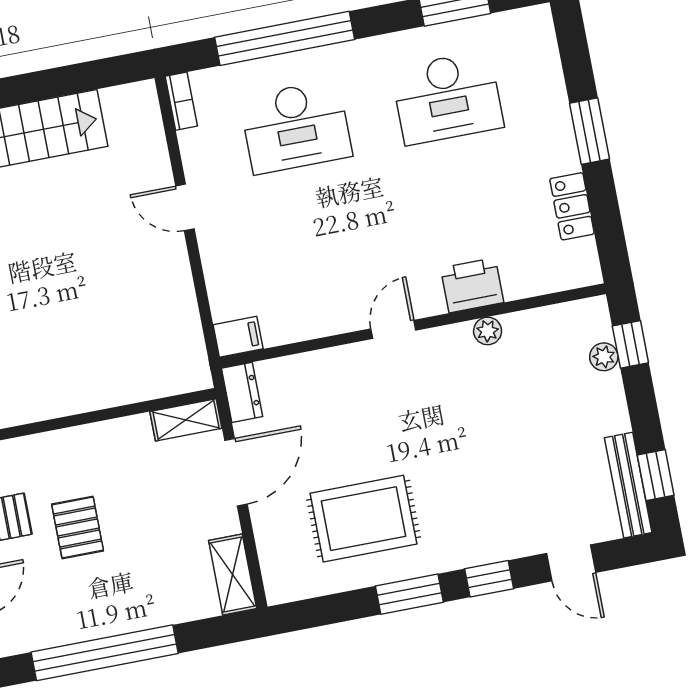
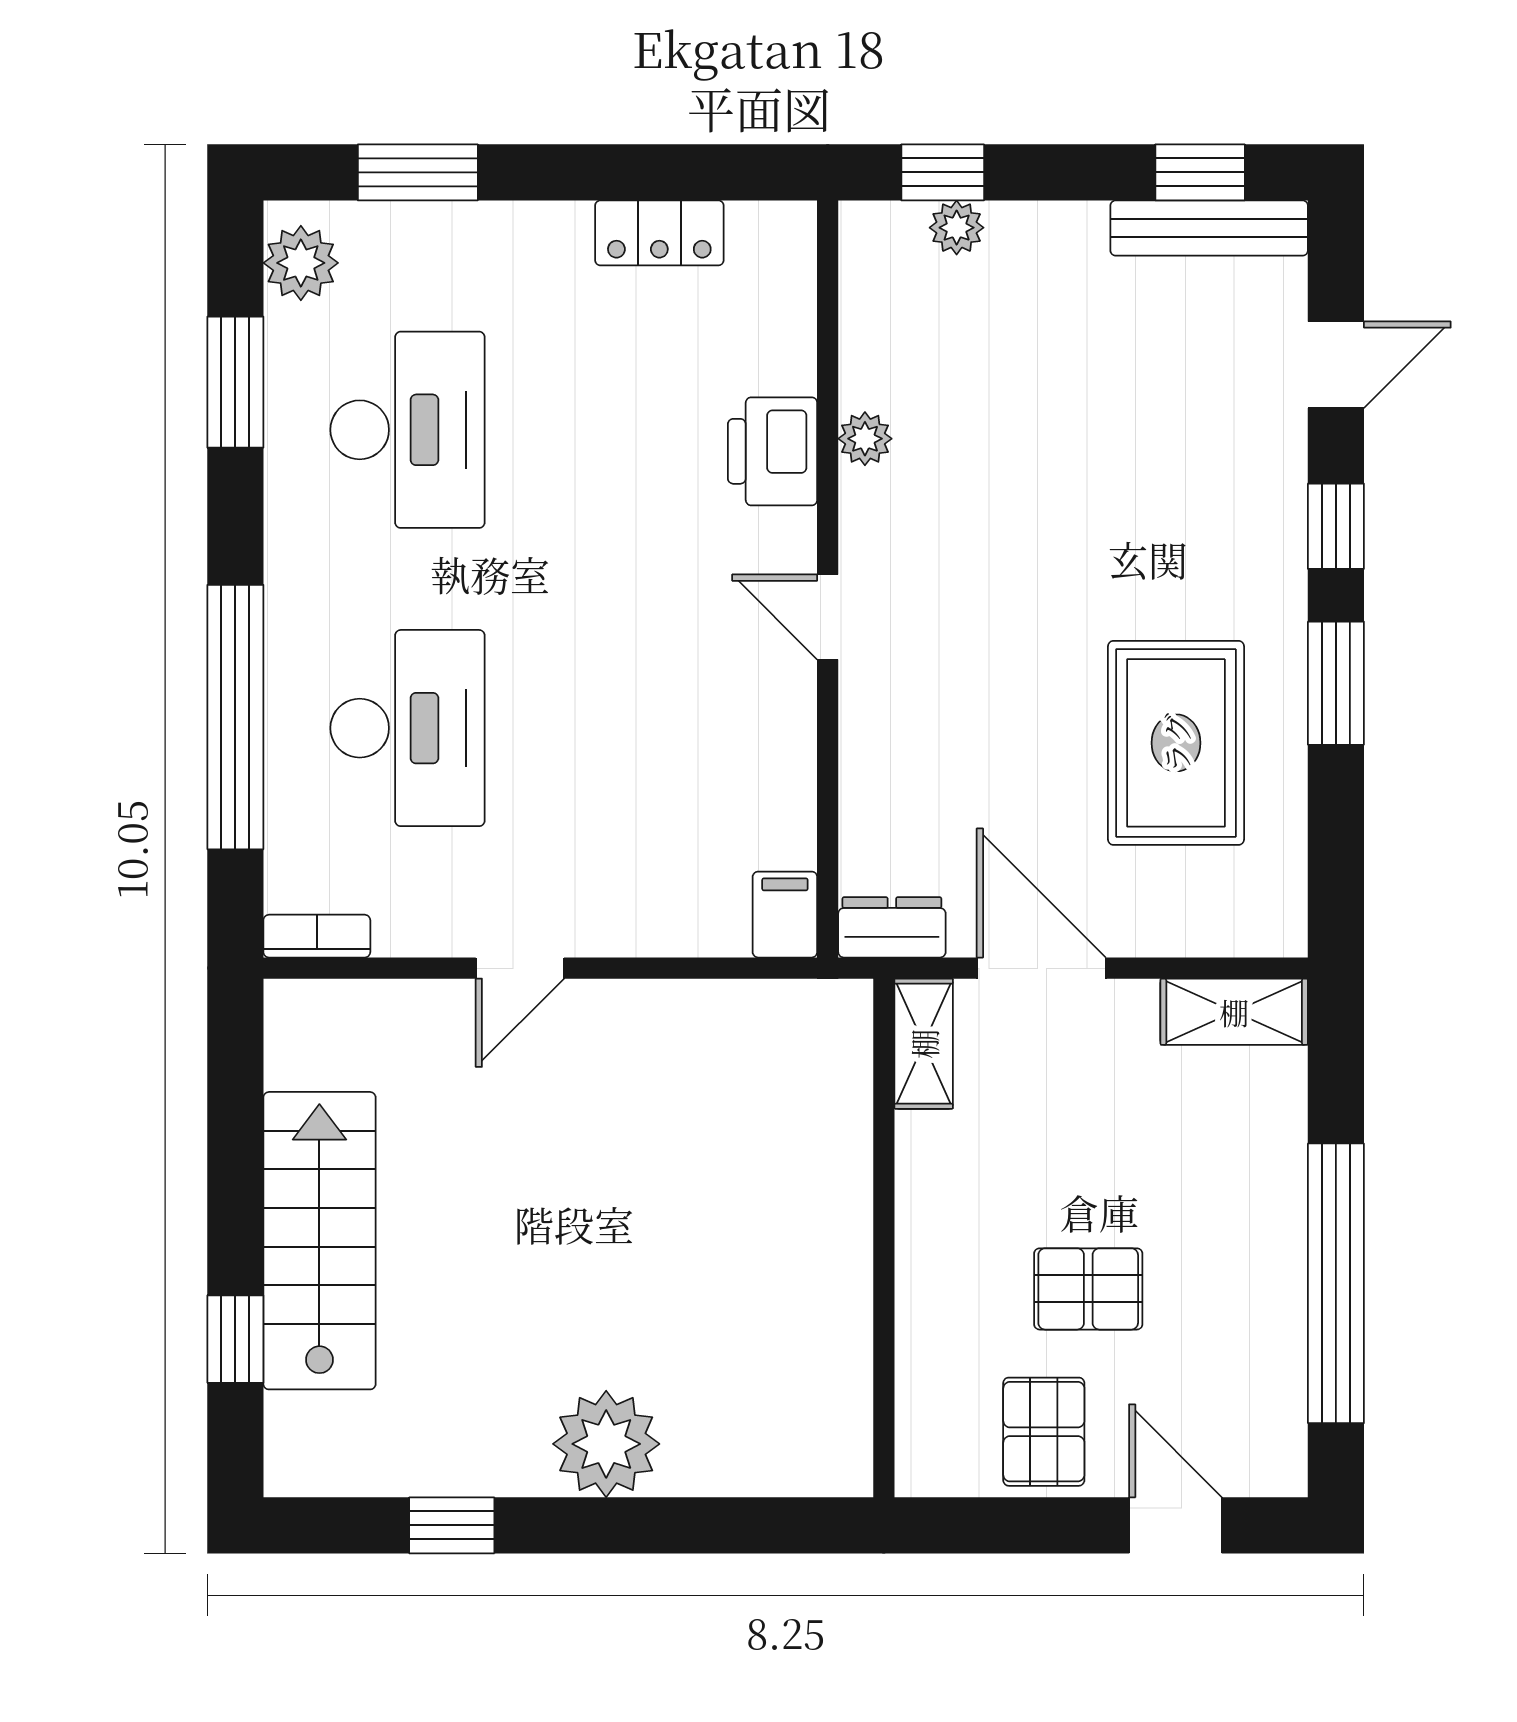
plant: (522, 27) -> (301, 263), added
window: (589, 131) -> (418, 172), moved

